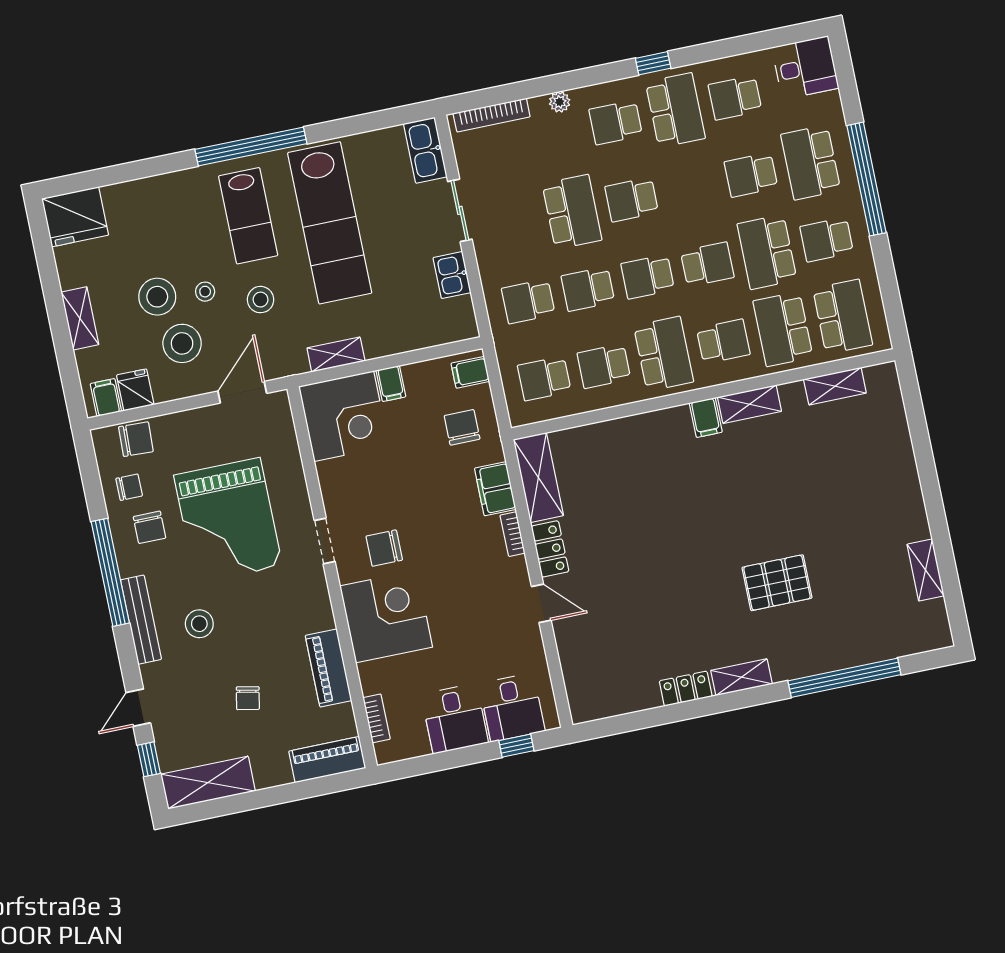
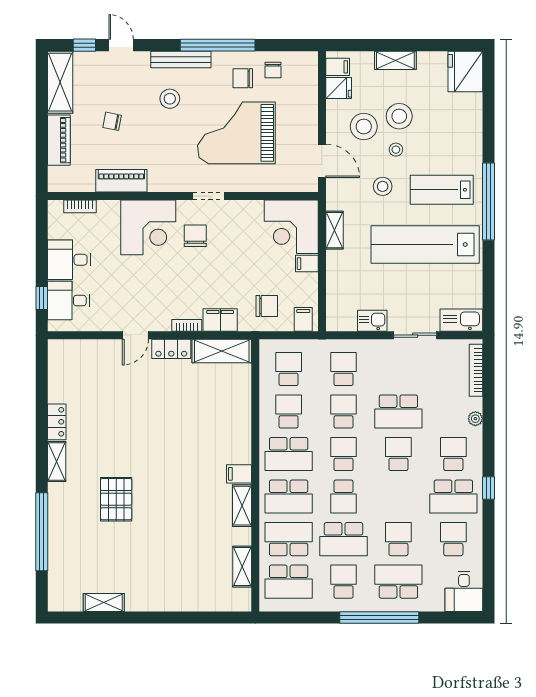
school desk: (767, 252) -> (343, 539), turned 180
school desk: (723, 341) -> (289, 497), width x1.85
chair: (136, 439) -> (305, 81), removed
piano: (327, 760) -> (59, 140), moved

